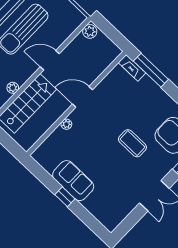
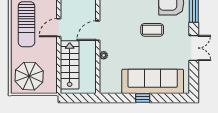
plant: (13, 88) -> (53, 64), removed
sofa: (73, 181) -> (153, 81), width x1.85, depth x1.27

